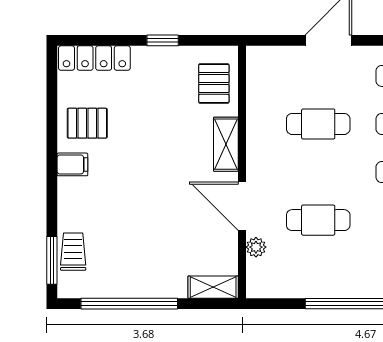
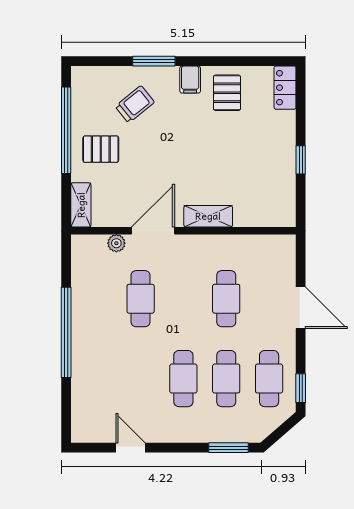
locker: (94, 58) -> (285, 88), width x0.66
pallet: (214, 83) -> (101, 149), moved
trolley: (73, 252) -> (135, 104), moved, turned -39
window: (52, 260) -> (154, 61), moved

